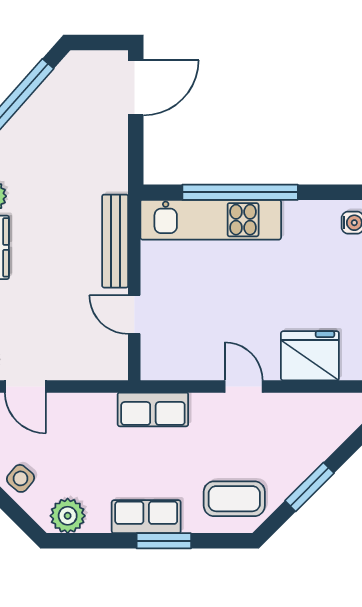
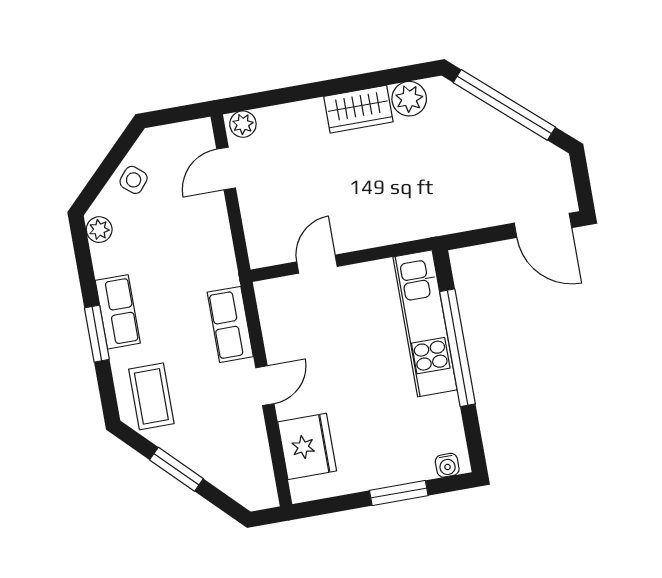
bench: (115, 241) -> (387, 232), removed
row of seats: (153, 409) -> (230, 324), moved
plant: (68, 516) -> (99, 230), width x0.73, depth x0.73

